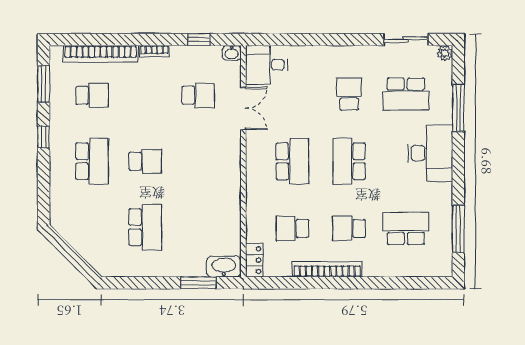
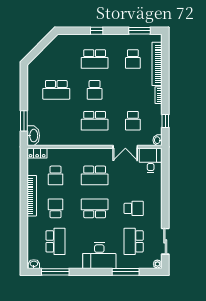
window: (44, 137) -> (97, 31), moved
school desk: (198, 161) -> (95, 121), added
school desk: (292, 228) -> (56, 175), turned 180
washbasin: (445, 266) -> (34, 264), added

